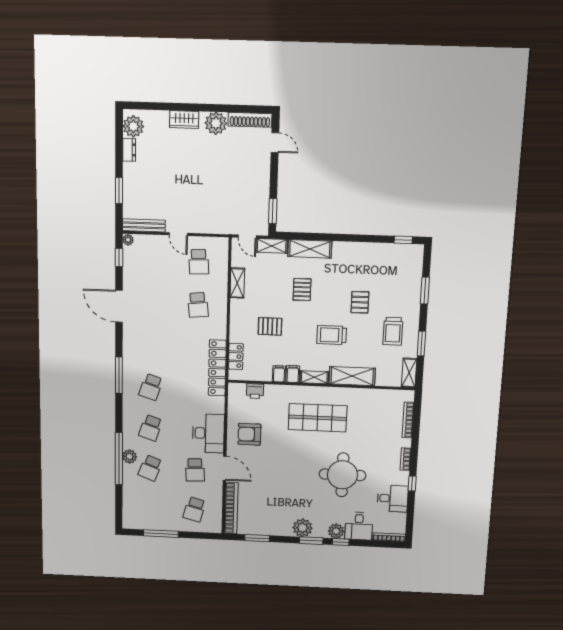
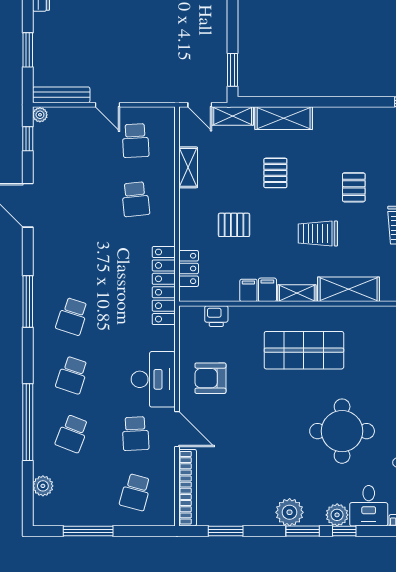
plant: (130, 456) -> (43, 486), moved

